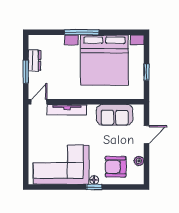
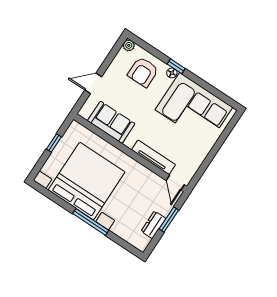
door: (39, 102) -> (175, 182), hinge flipped
plant: (139, 161) -> (129, 45), moved
armchair: (116, 167) -> (143, 72), turned 90

